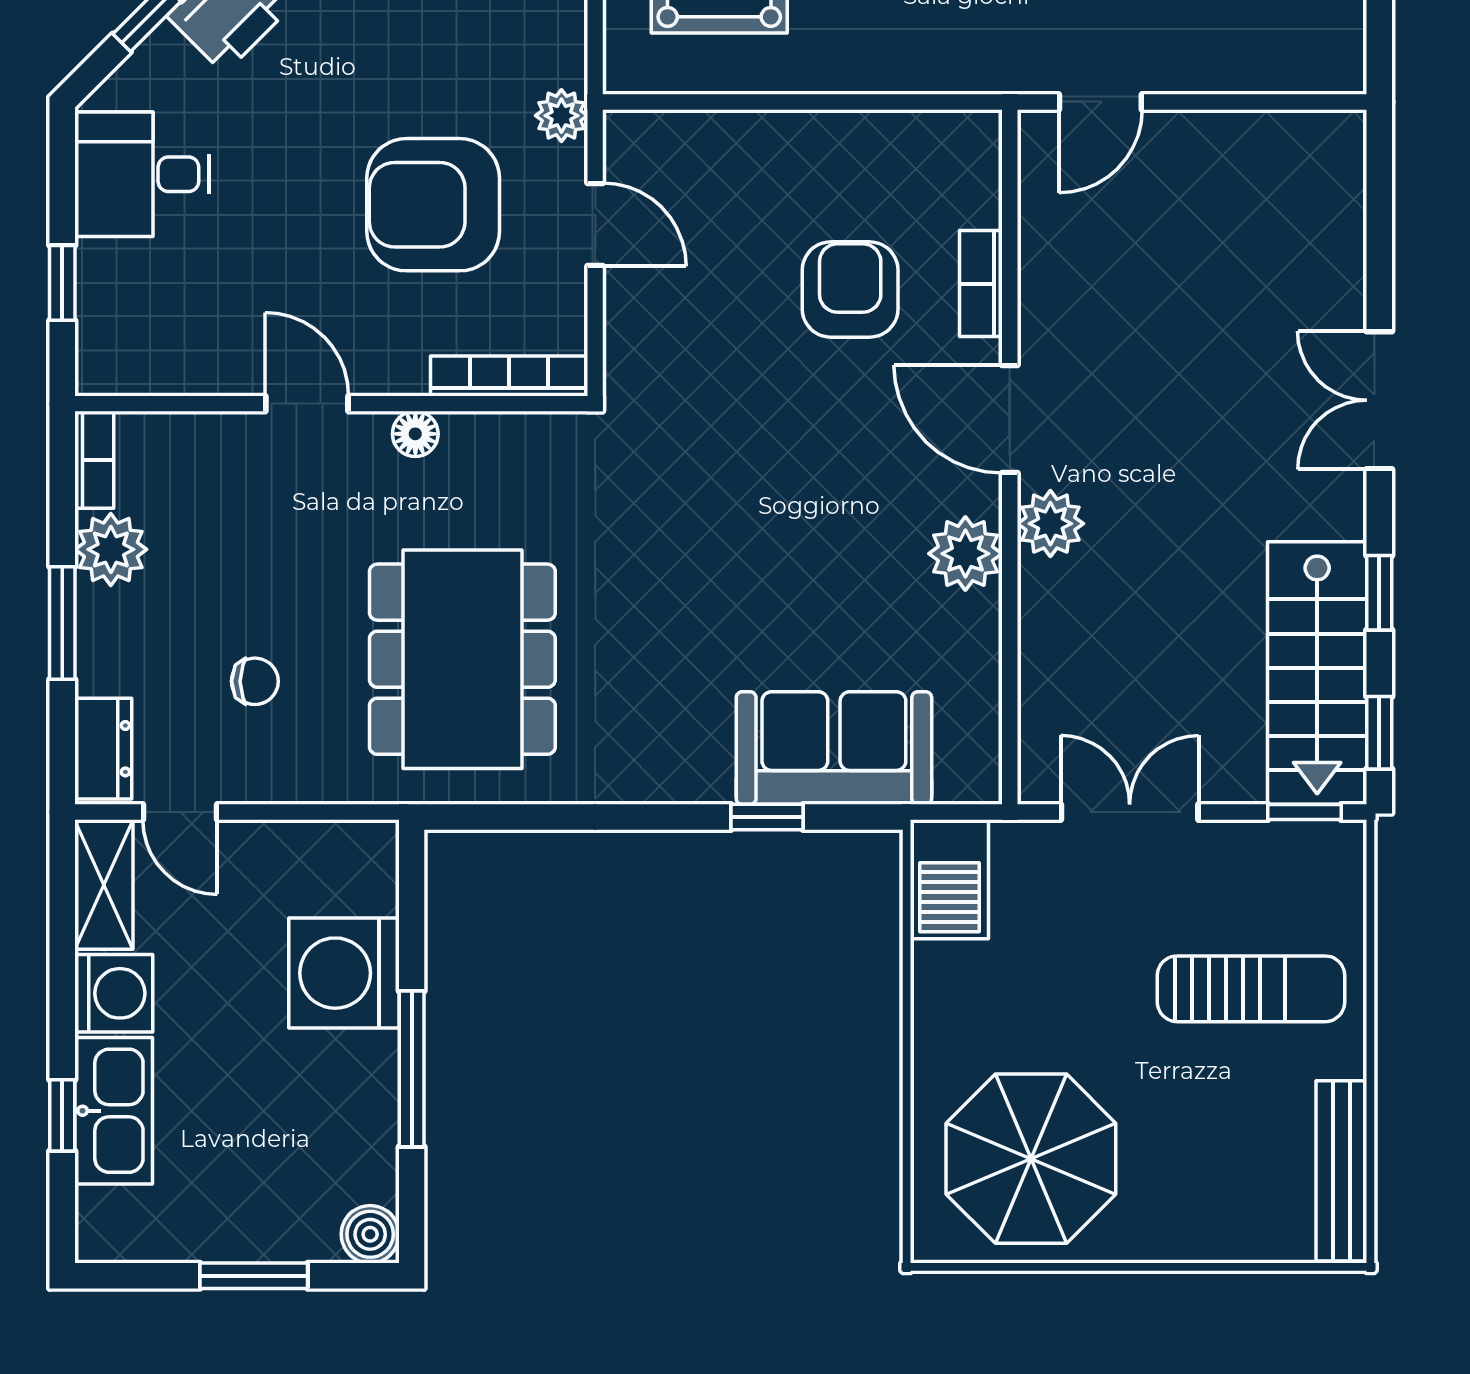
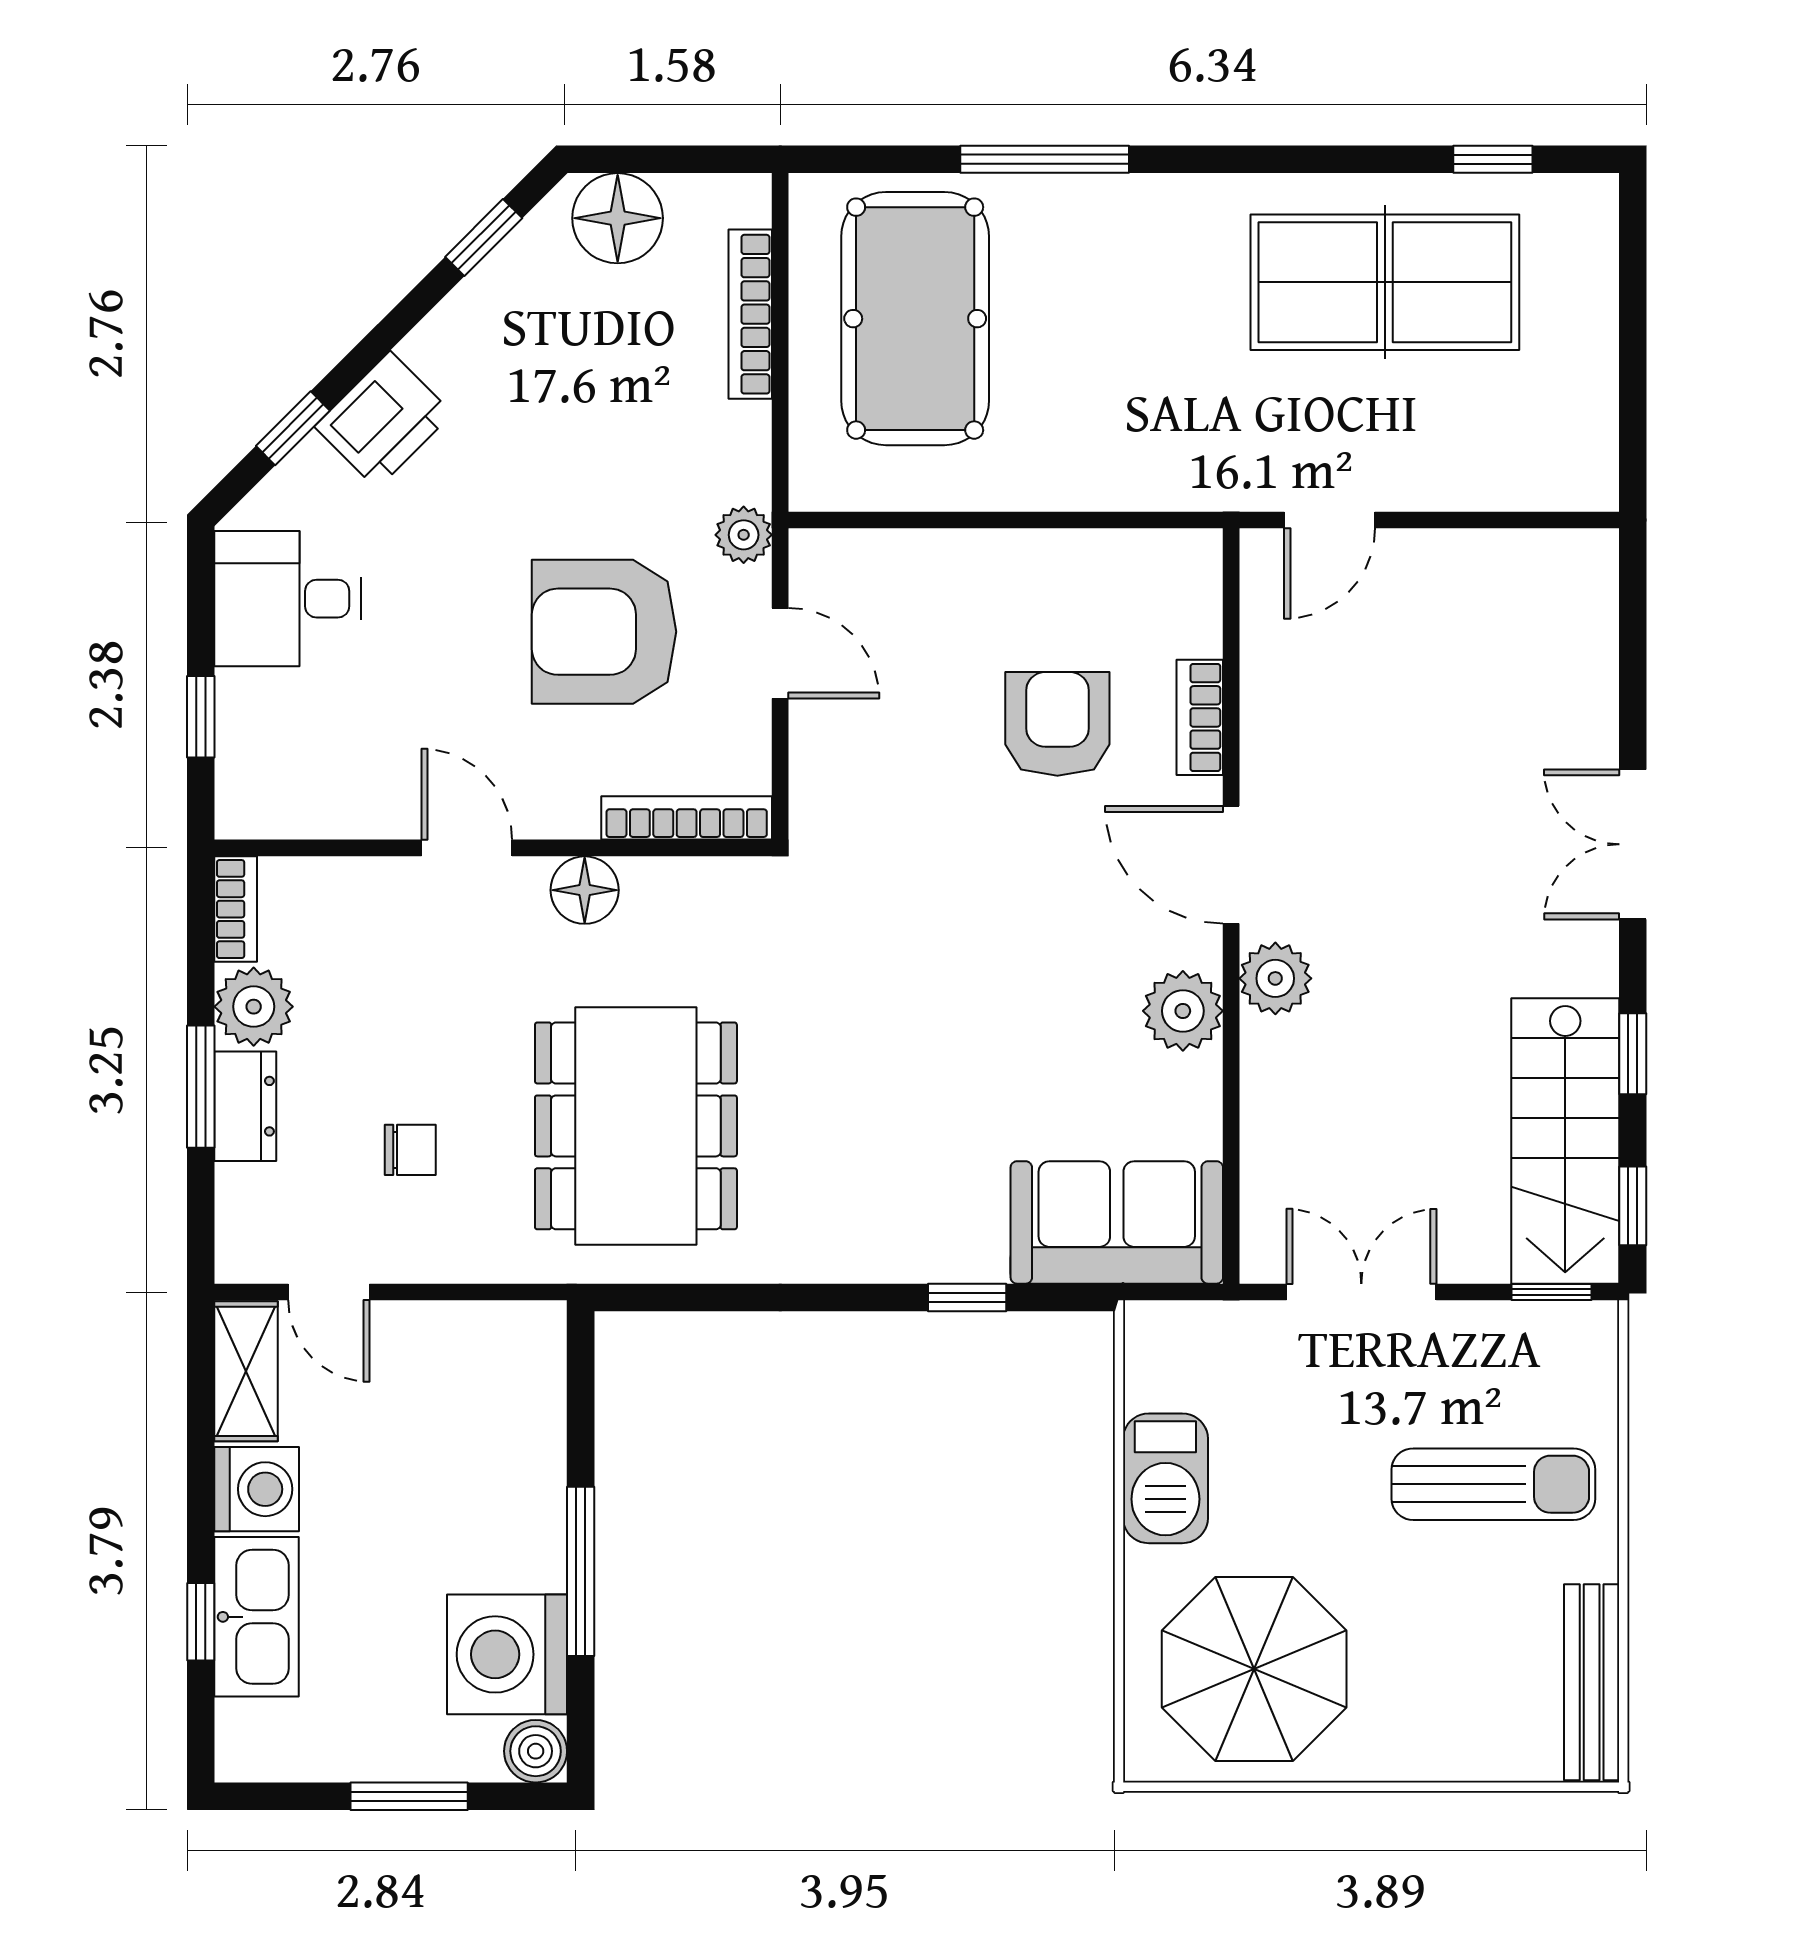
floor lamp: (415, 434) -> (585, 890), width x1.37, depth x1.37
sofa: (834, 748) -> (1117, 1222), moved
dresser: (103, 749) -> (245, 1106), moved
barbecue: (949, 879) -> (1165, 1478), moved
washing machine: (344, 973) -> (507, 1654), moved

